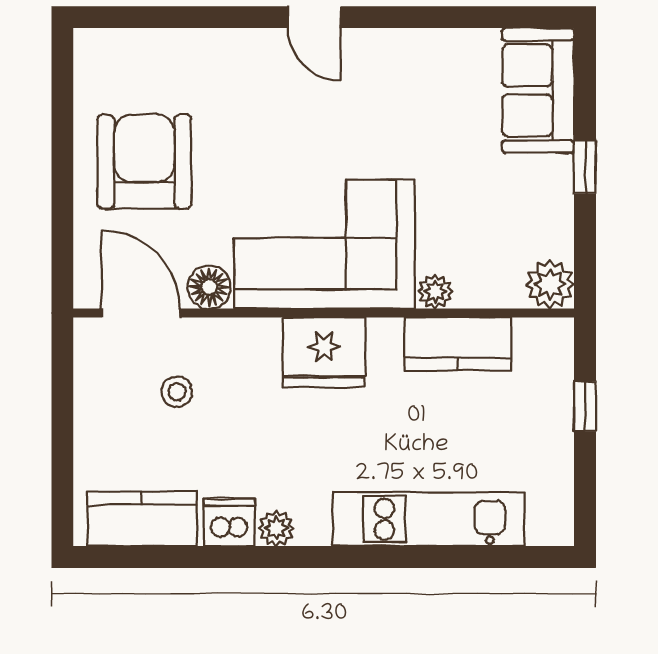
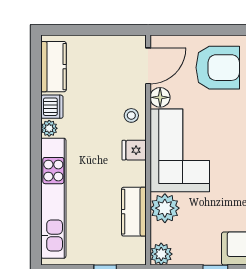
plant: (435, 292) -> (165, 208), width x1.87, depth x1.87
fridge: (324, 352) -> (134, 150), width x0.53, depth x0.75
stool: (177, 392) -> (131, 115), moved
kitchen unit: (428, 519) -> (53, 198), width x1.36

